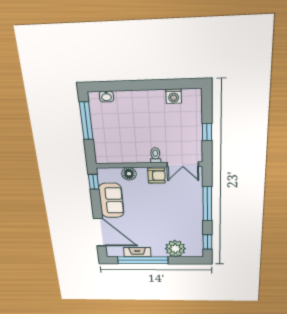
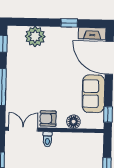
fireplace: (137, 252) -> (92, 33), moved
window: (143, 260) -> (69, 23), width x0.32

